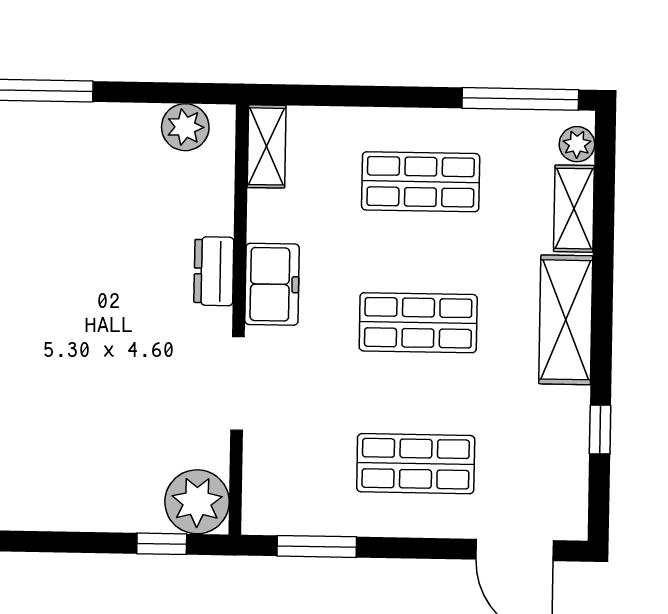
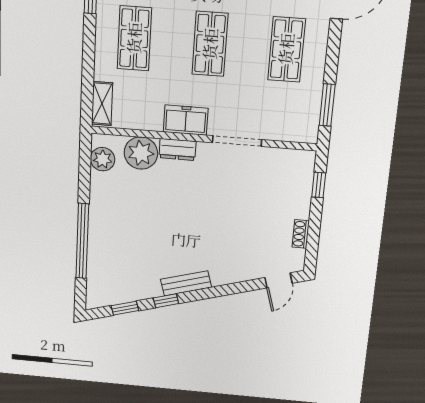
shelving: (267, 146) -> (102, 104), moved, turned 90
plant: (197, 502) -> (141, 153), moved
shoe rack: (61, 518) -> (301, 234), added

